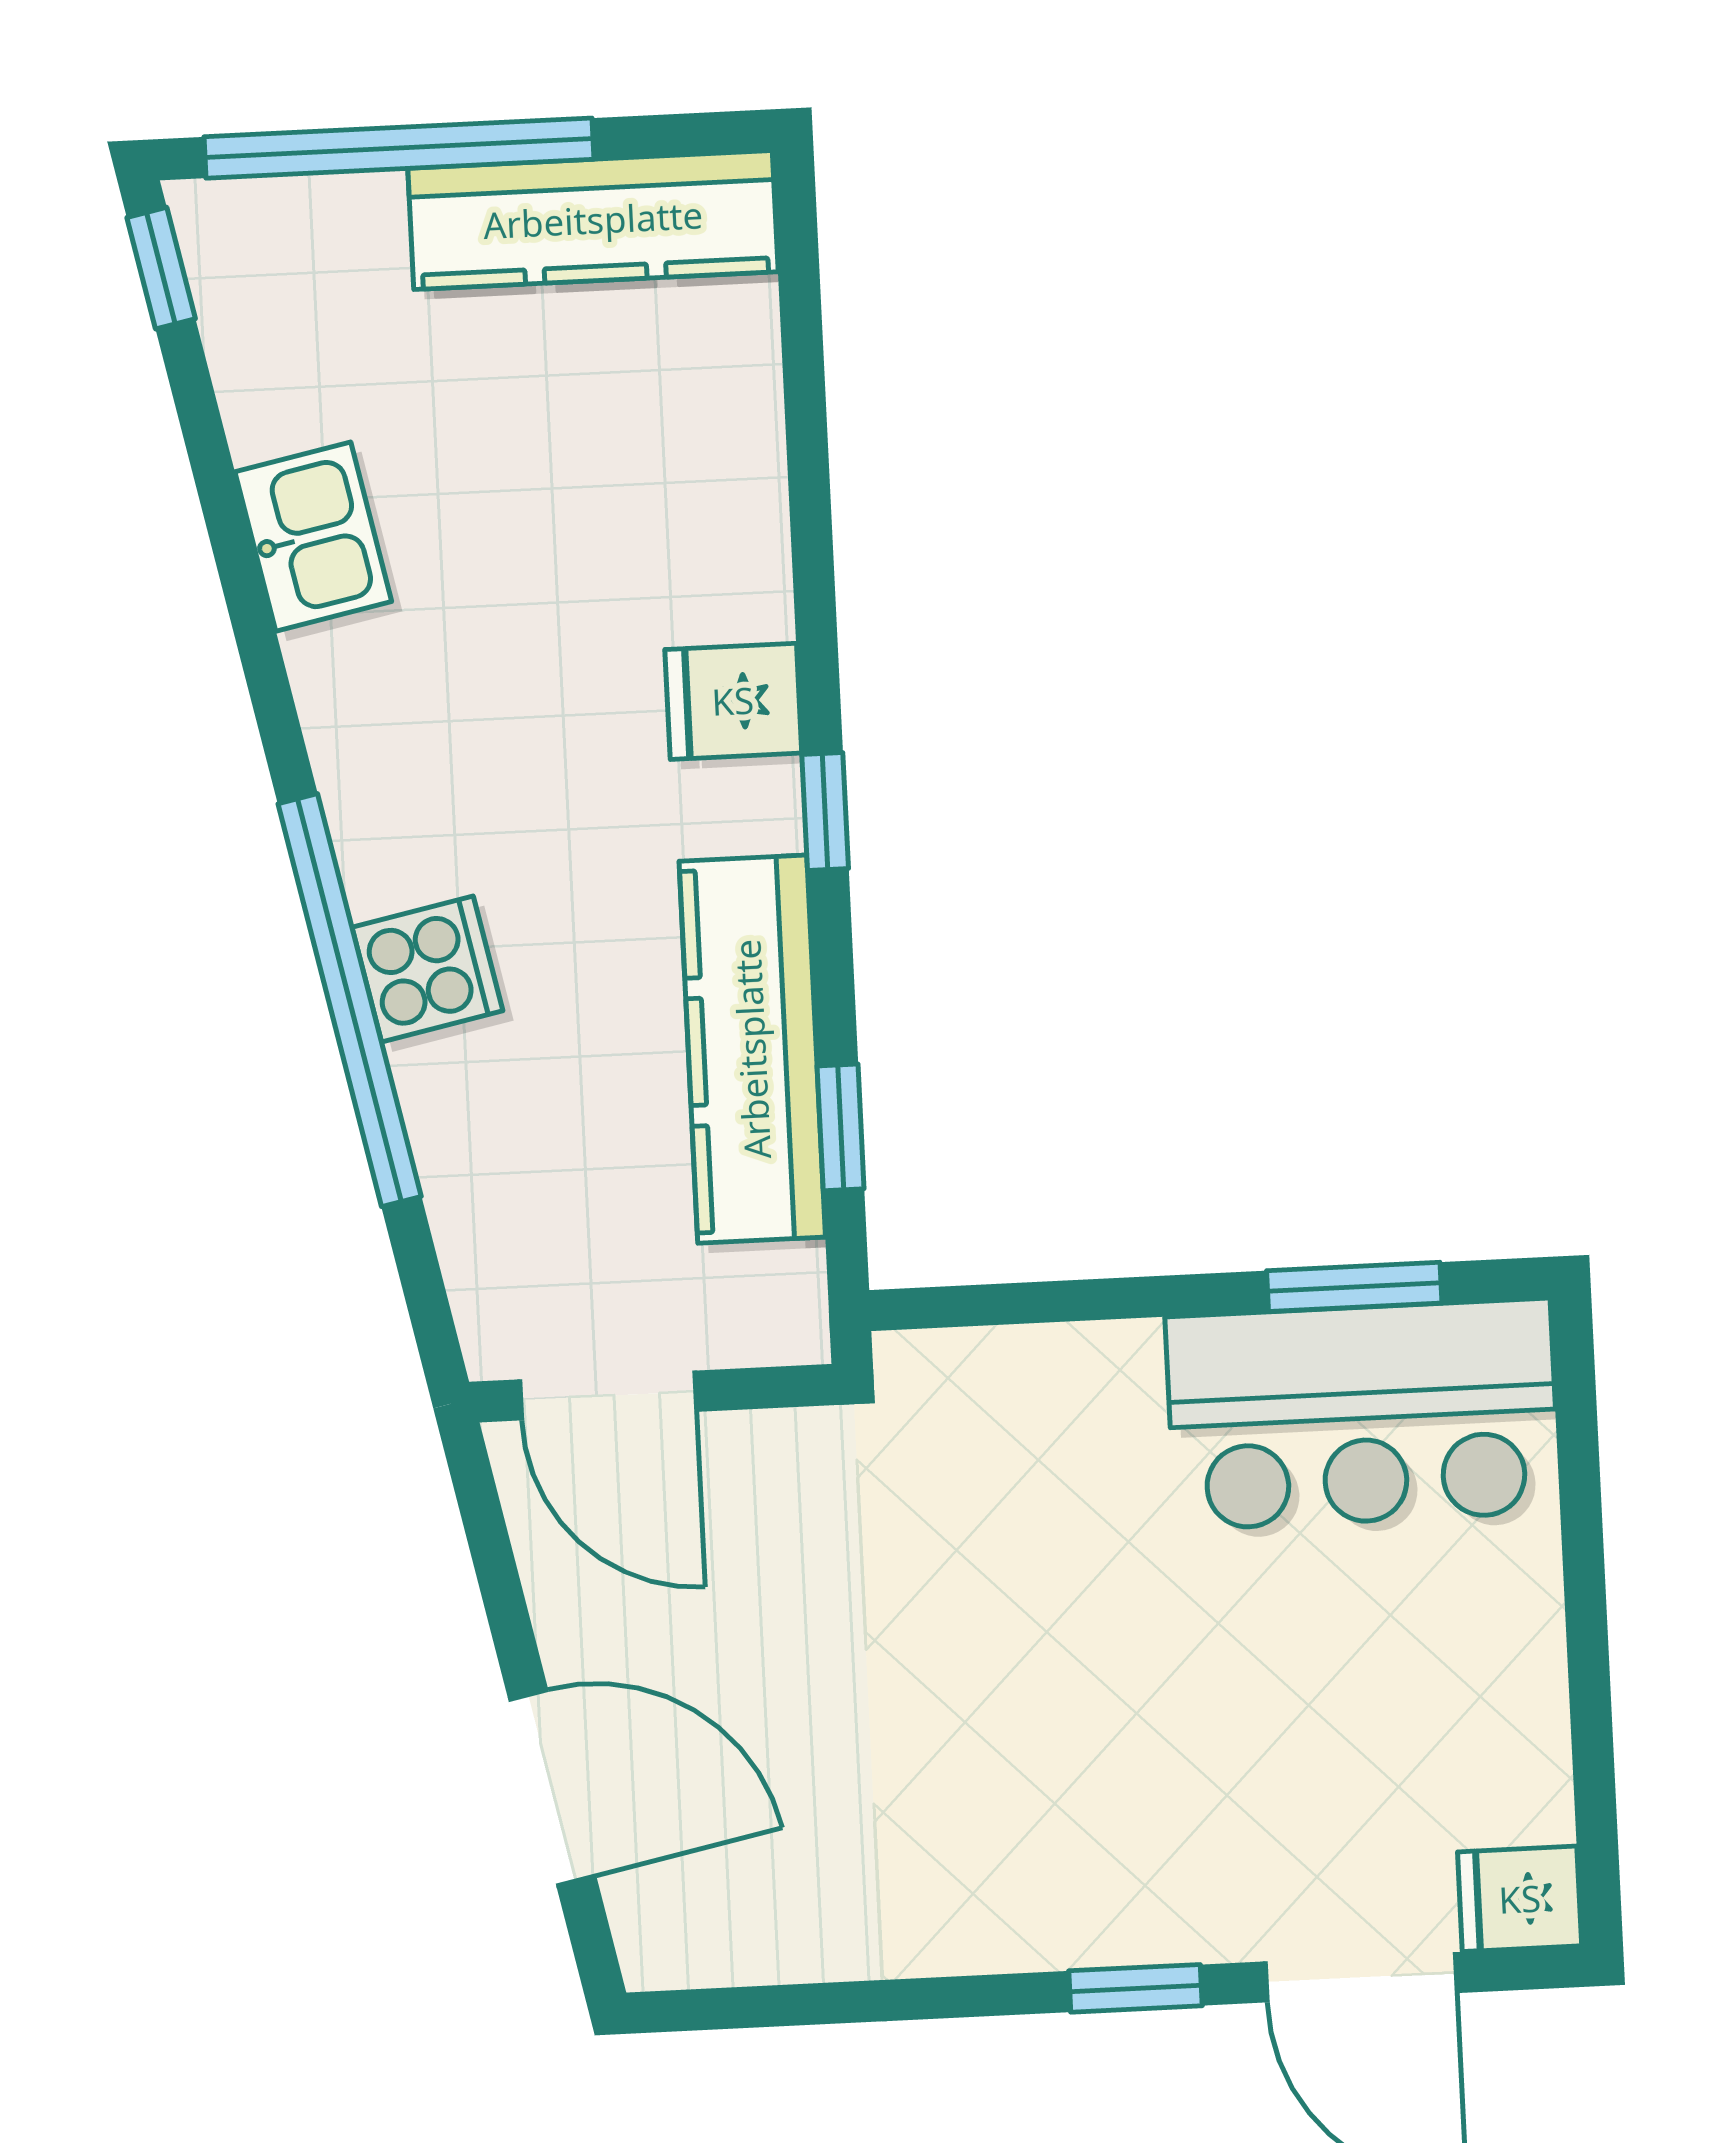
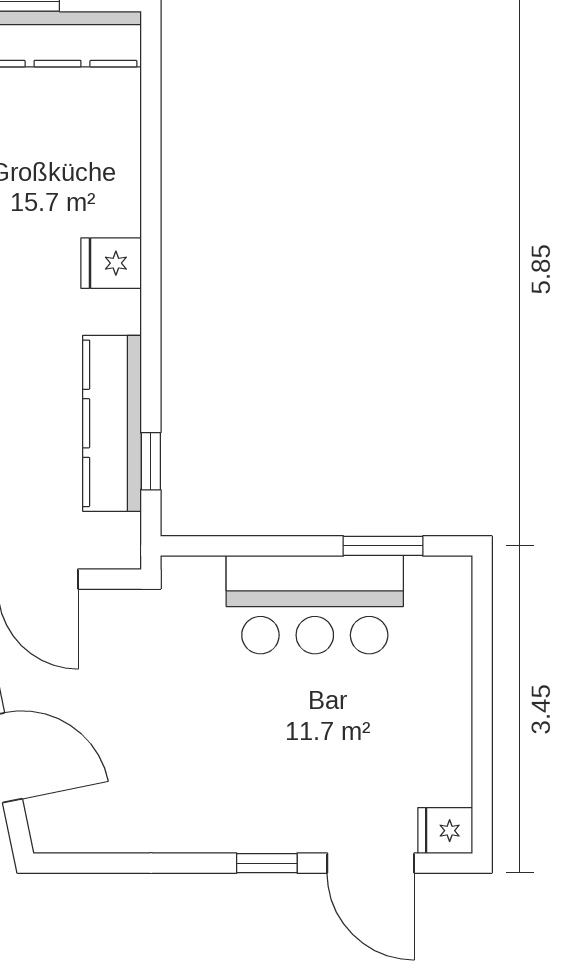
window: (825, 812) -> (151, 316), removed
bar counter: (1363, 1414) -> (315, 605), moved

